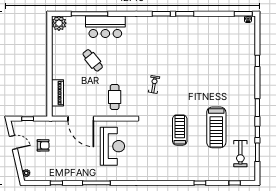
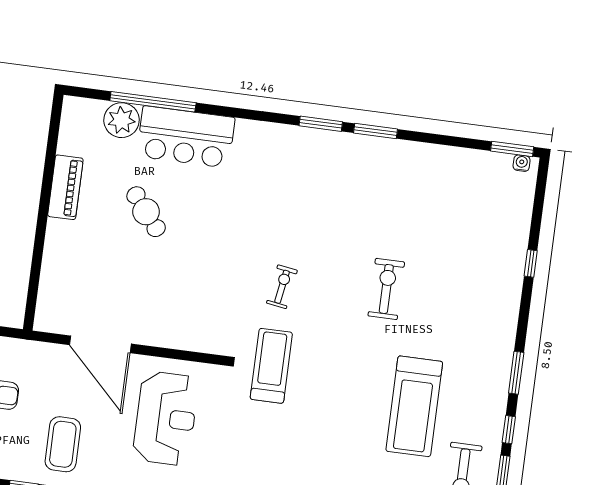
plant: (59, 23) -> (122, 120), moved
exercise bike: (198, 80) -> (386, 289), added
piano: (57, 93) -> (65, 187), moved
cafe table: (115, 97) -> (186, 304), removed
treadmill: (180, 130) -> (271, 366), moved
coffee table: (71, 163) -> (63, 444), added

